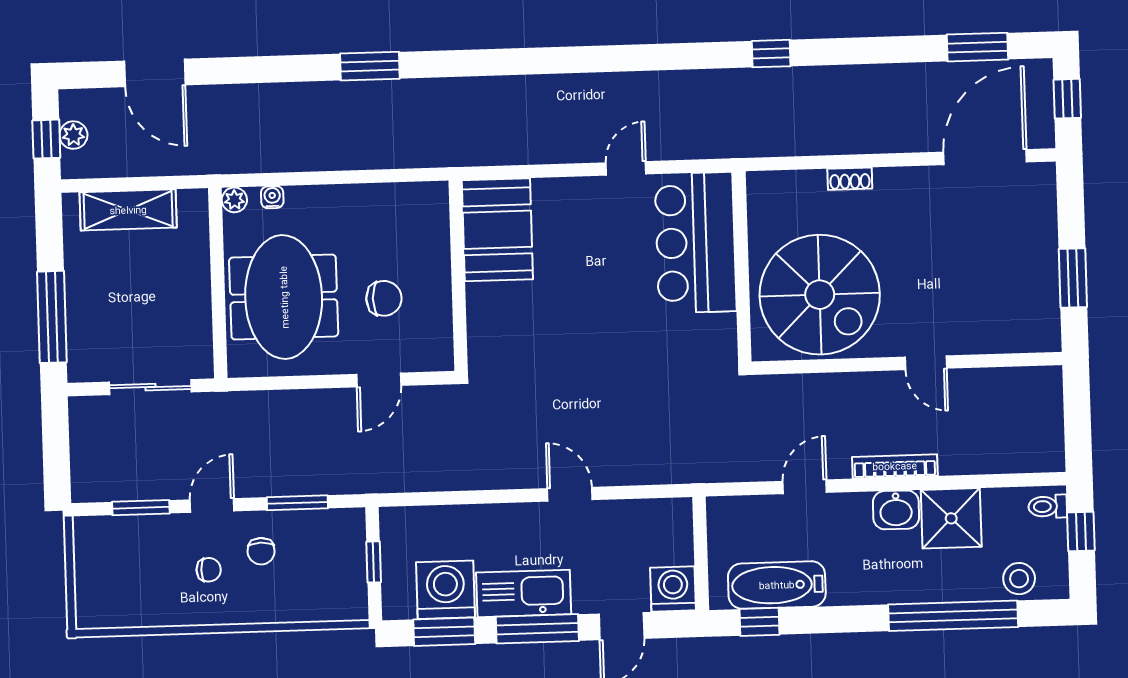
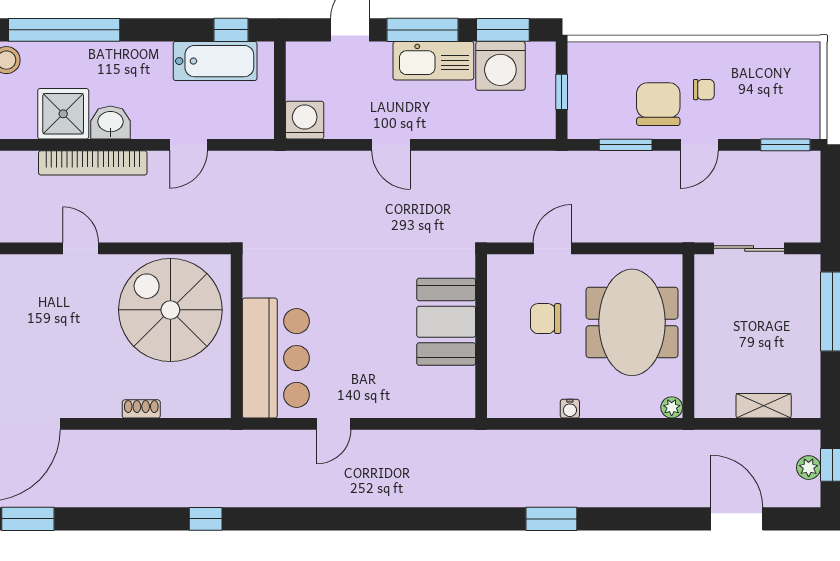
water cooler: (272, 197) -> (570, 409), moved
shelving: (128, 210) -> (764, 406), width x0.67, depth x0.75
booth: (497, 230) -> (446, 322), moved
bookcase: (895, 466) -> (93, 163), width x1.48, depth x1.31
window: (141, 508) -> (785, 145), moved
chair: (261, 551) -> (658, 104), width x1.87, depth x1.87
chair: (209, 570) -> (704, 90), turned 180
washing machine: (673, 589) -> (305, 120), moved, turned 180

